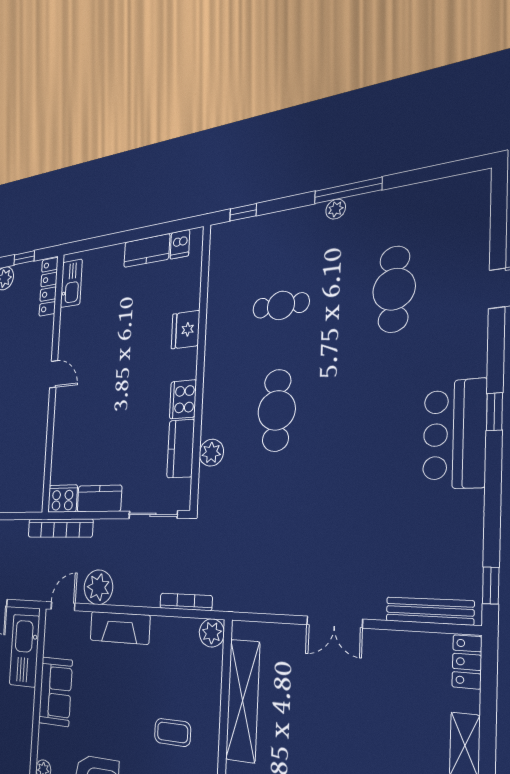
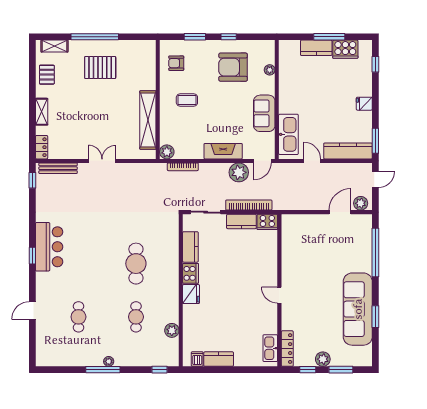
cafe table: (394, 289) -> (78, 317), width x0.73, depth x0.74
cafe table: (281, 305) -> (136, 317), turned 90
fridge: (185, 330) -> (191, 294), moved
plant: (211, 453) -> (172, 330), moved
bookcase: (60, 528) -> (249, 205), moved

